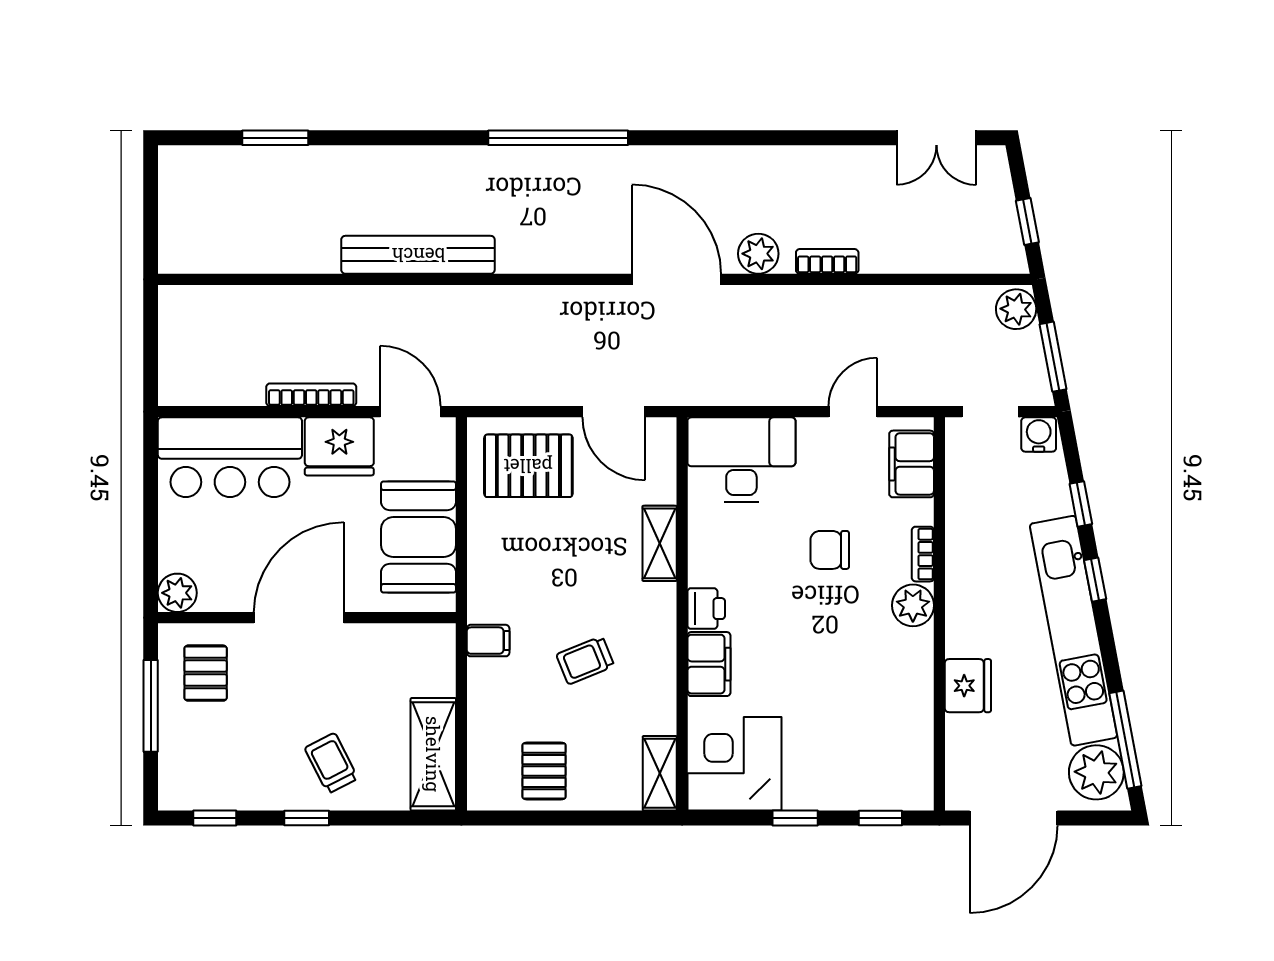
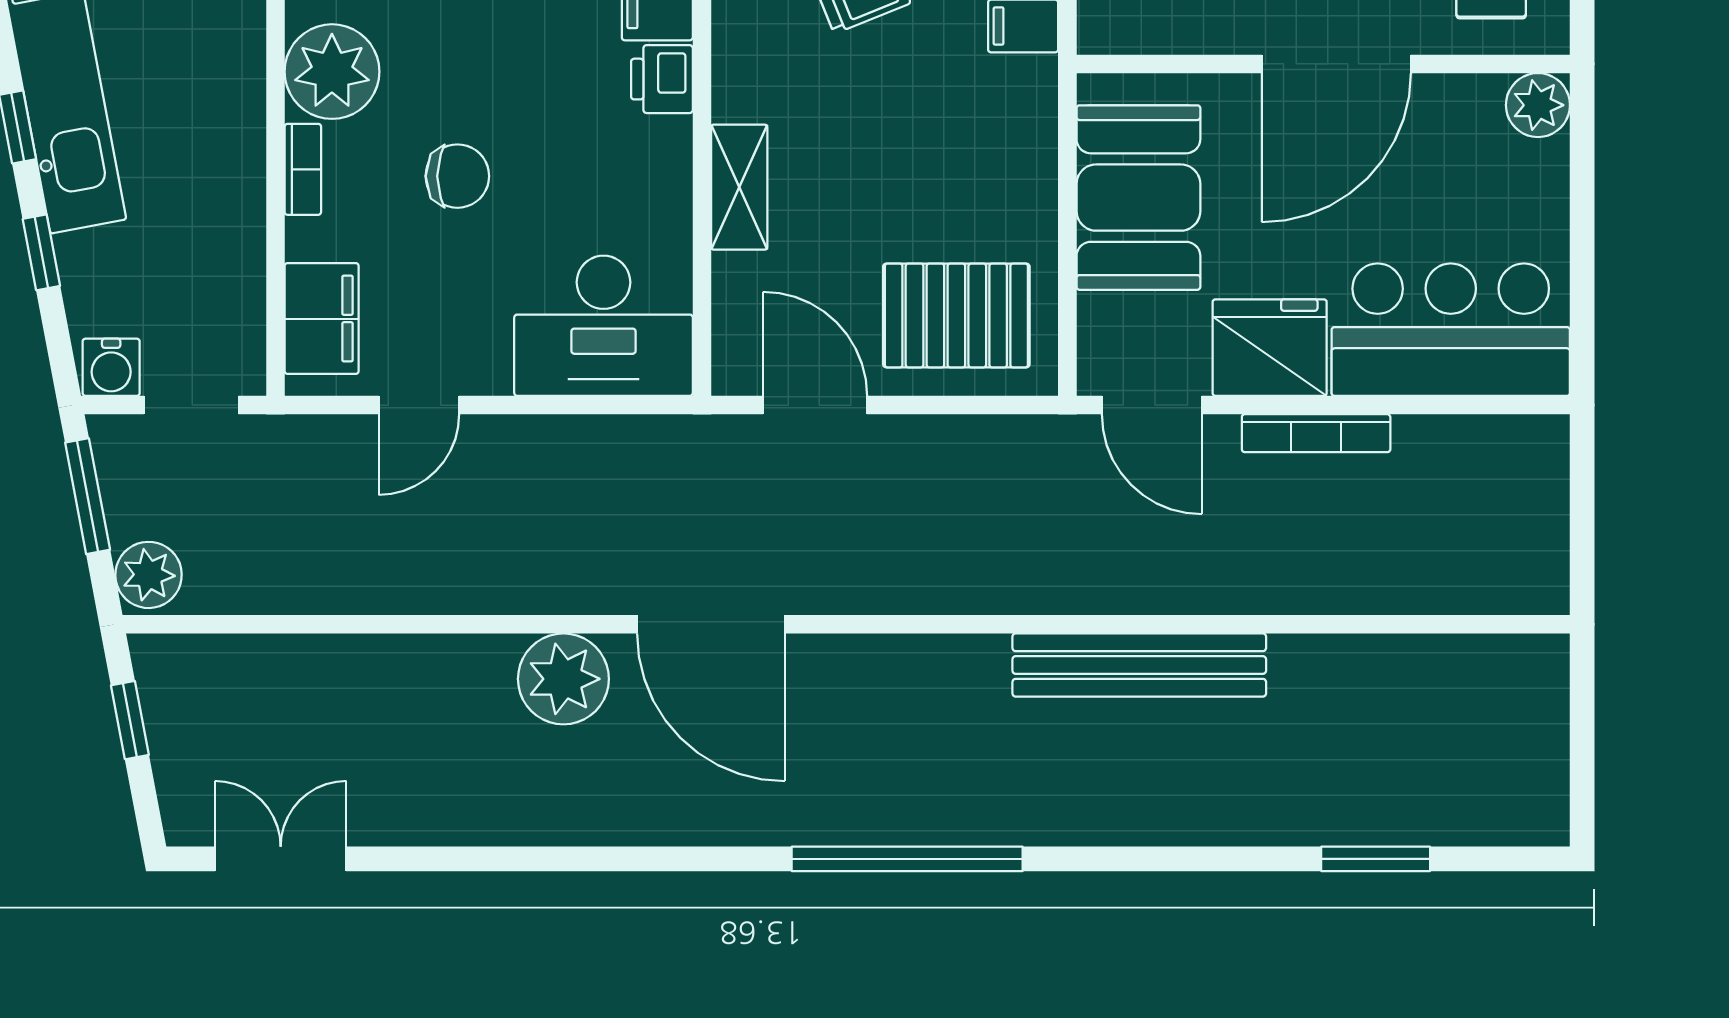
plant: (758, 254) -> (563, 679), width x1.36, depth x1.36
bookcase: (827, 261) -> (461, 654), removed
plant: (913, 605) -> (332, 72), width x1.36, depth x1.36

